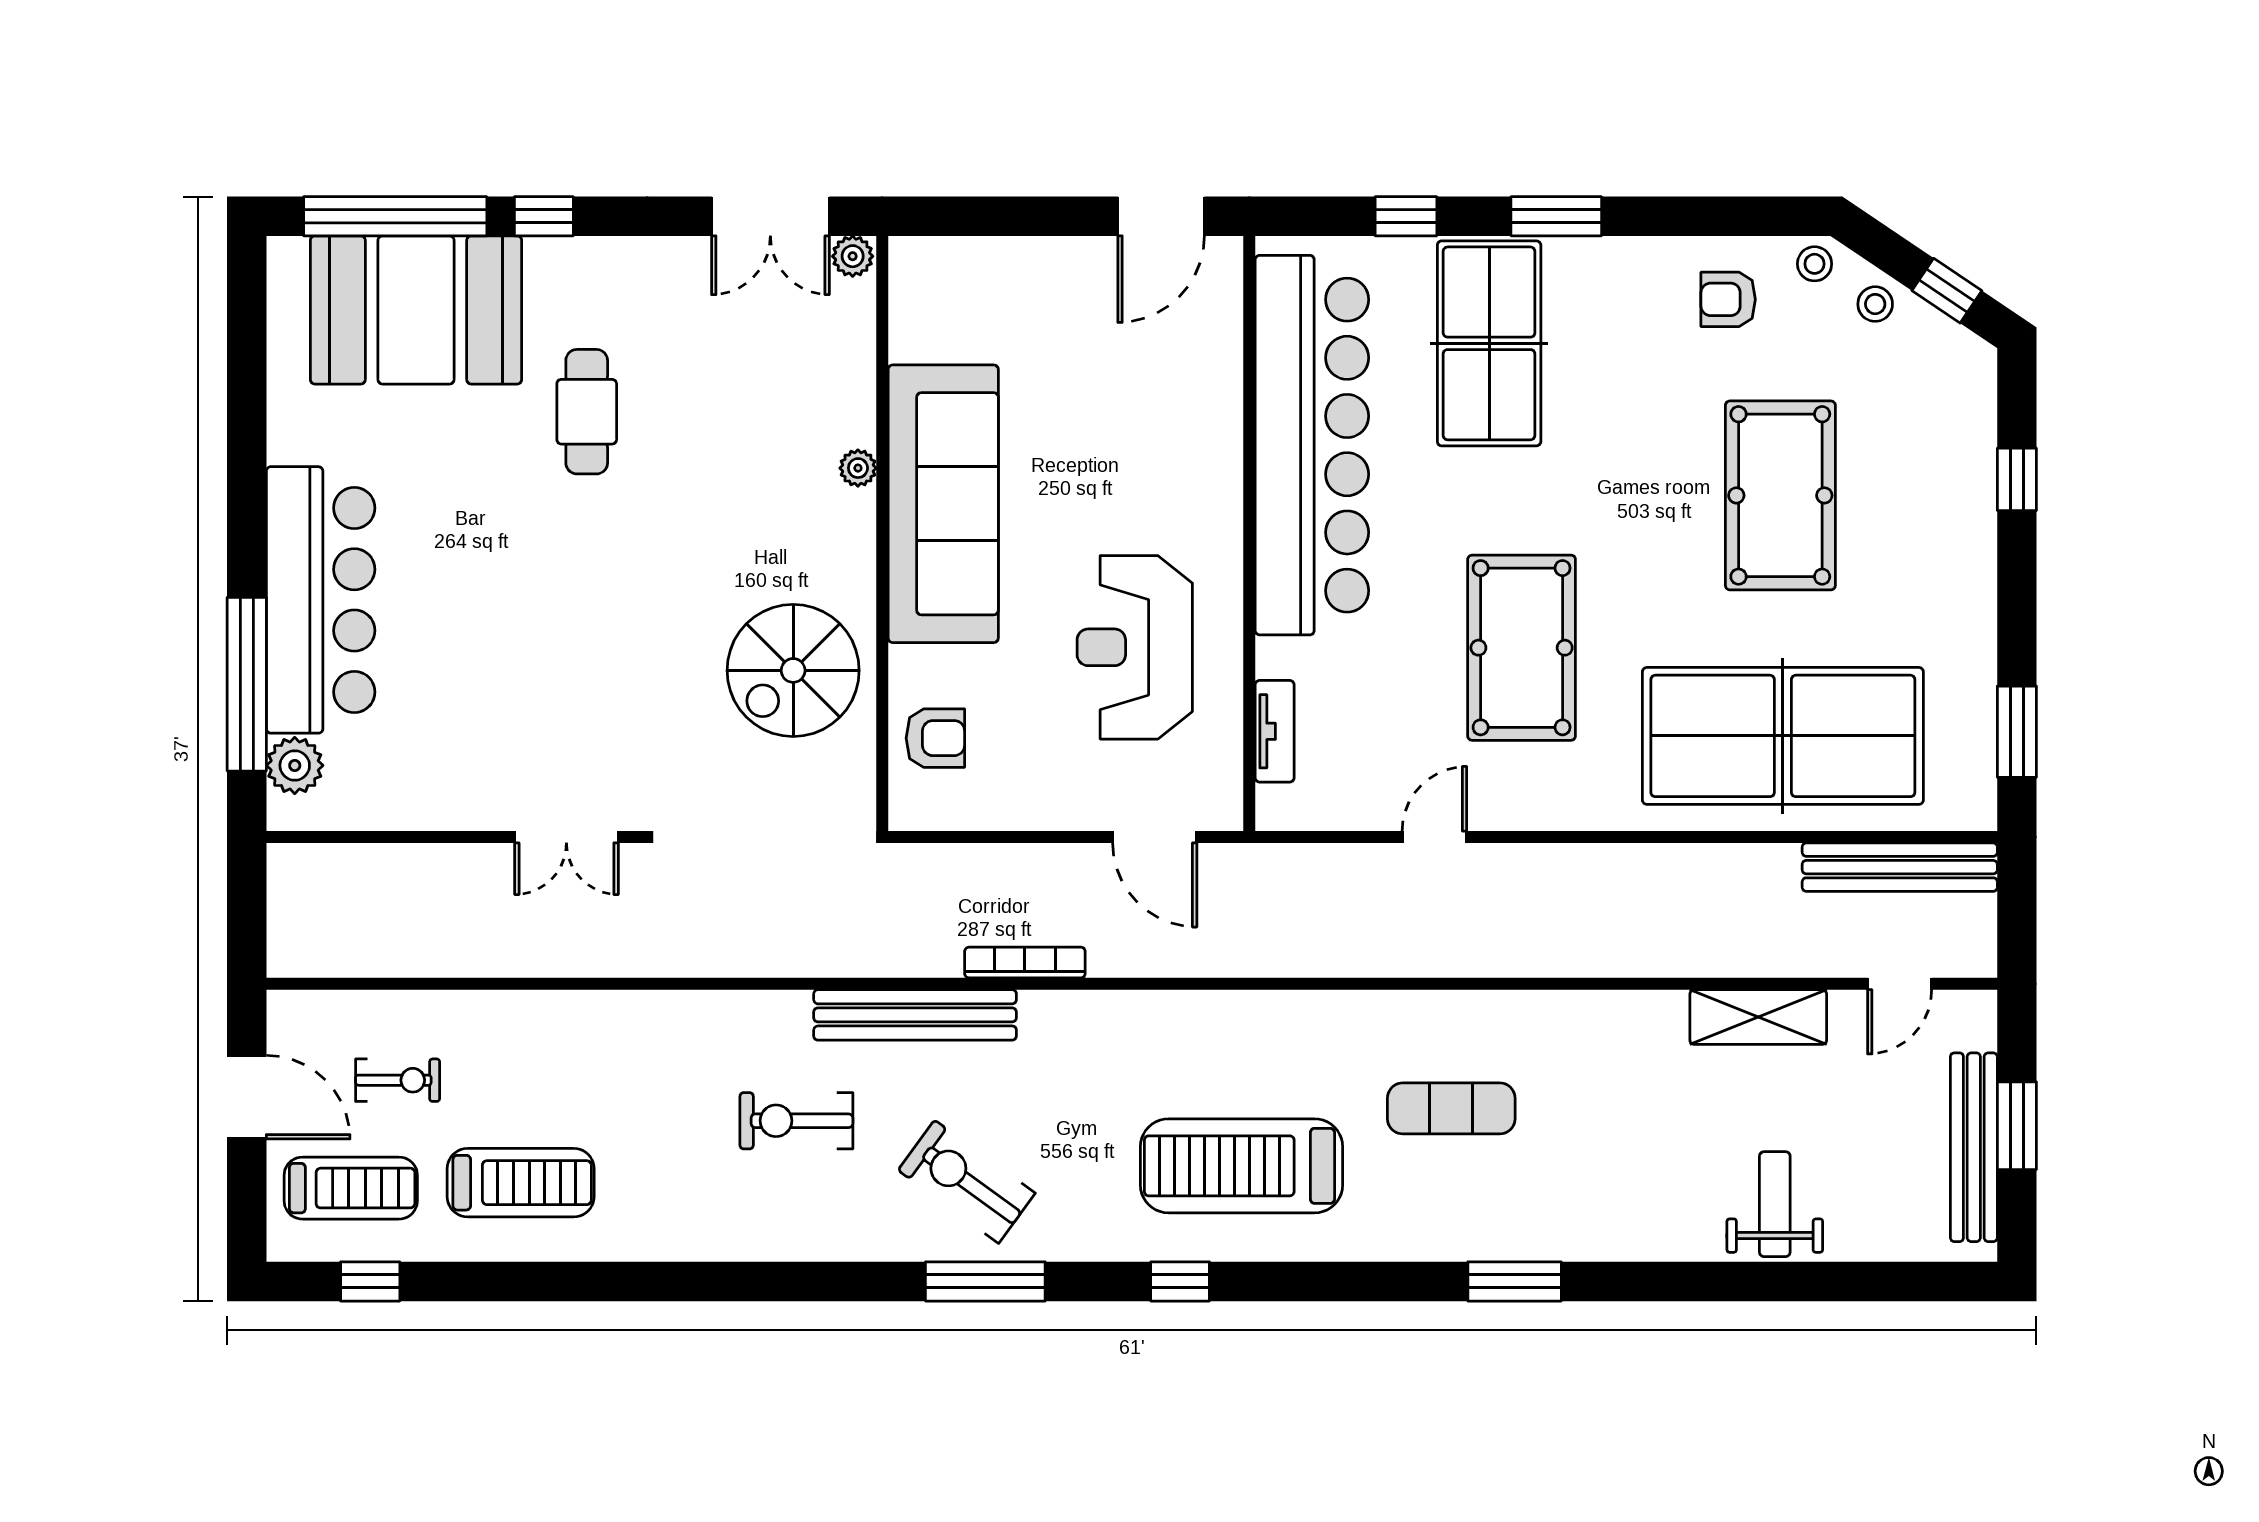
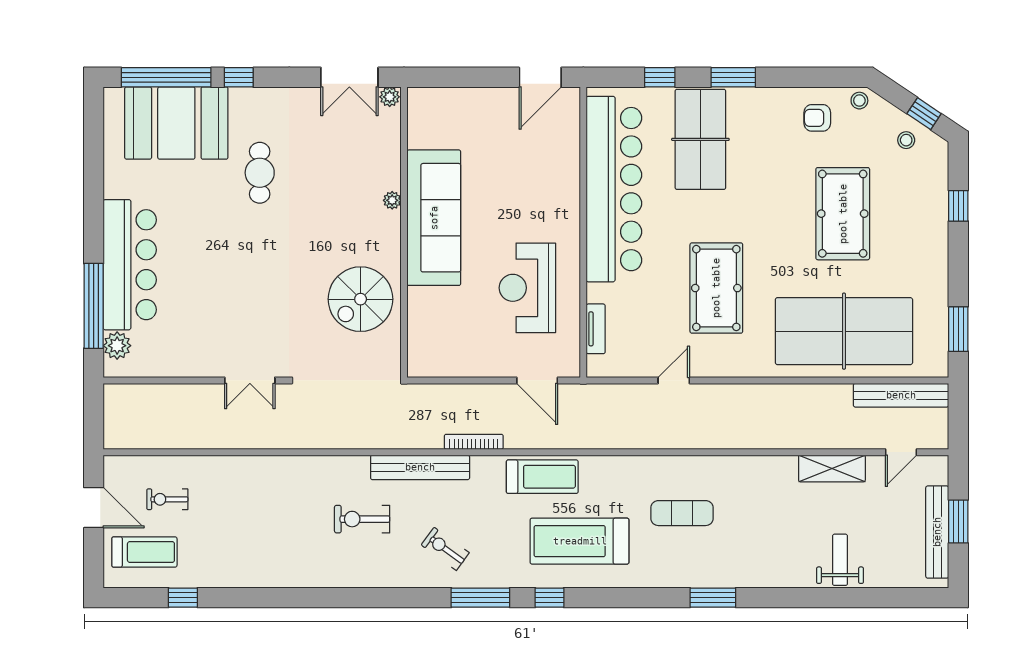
stool: (1875, 304) -> (906, 140), moved
armchair: (935, 738) -> (430, 332), removed
exercise bike: (398, 1080) -> (167, 499), turned 180
exercise bike: (967, 1182) -> (445, 549), width x0.73, depth x0.72
treadmill: (521, 1183) -> (542, 477), moved
window: (370, 1281) -> (183, 598), moved
window: (985, 1281) -> (480, 598), moved

